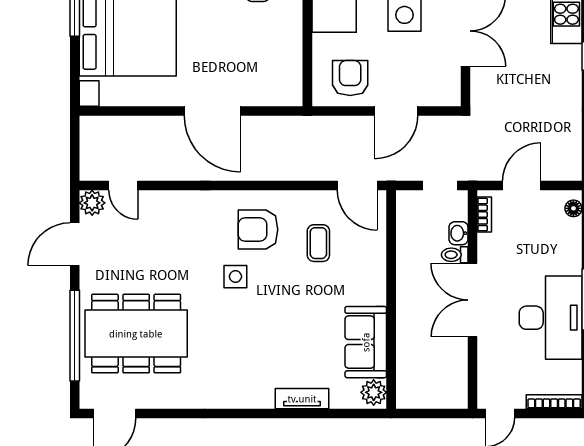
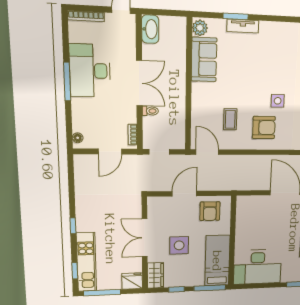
washbasin: (459, 233) -> (150, 29), moved, width x1.91, depth x1.45
window: (315, 413) -> (236, 16), added

